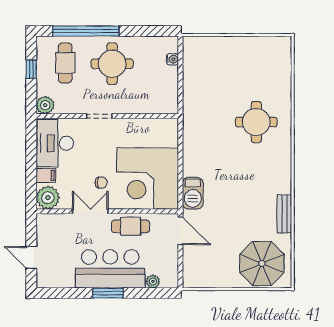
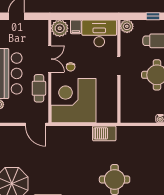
barbecue: (193, 193) -> (104, 133), moved
door: (180, 231) -> (36, 124), hinge flipped

